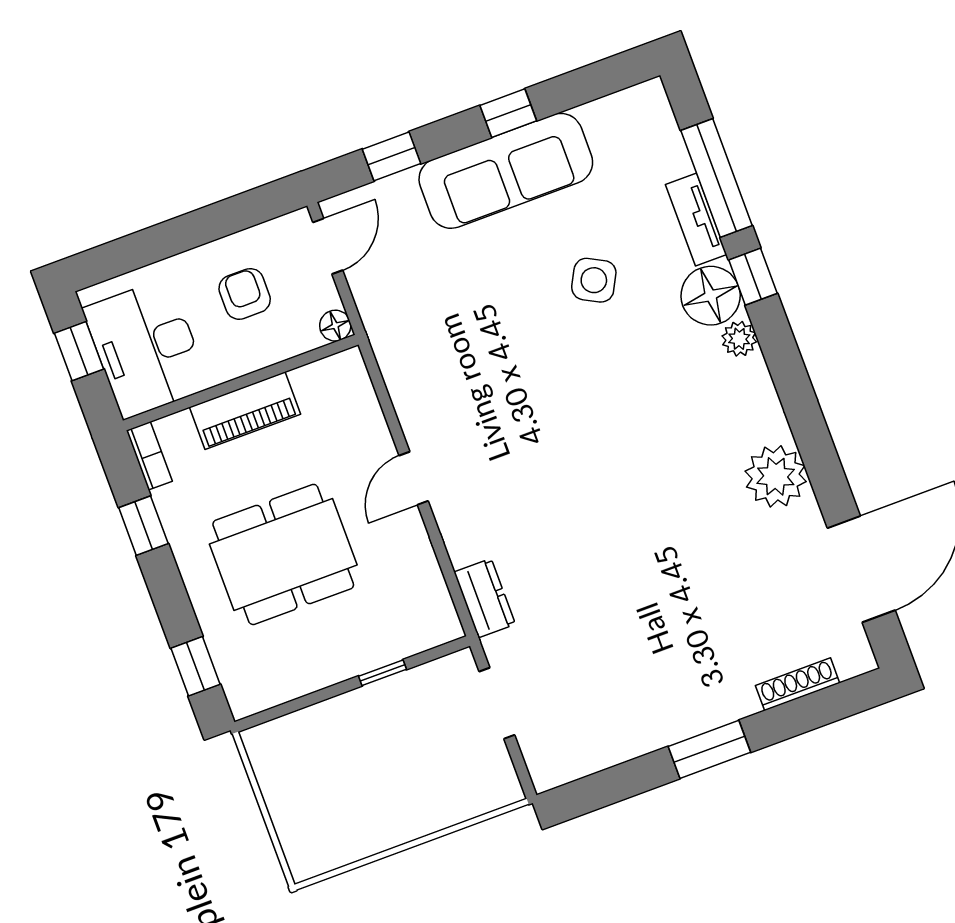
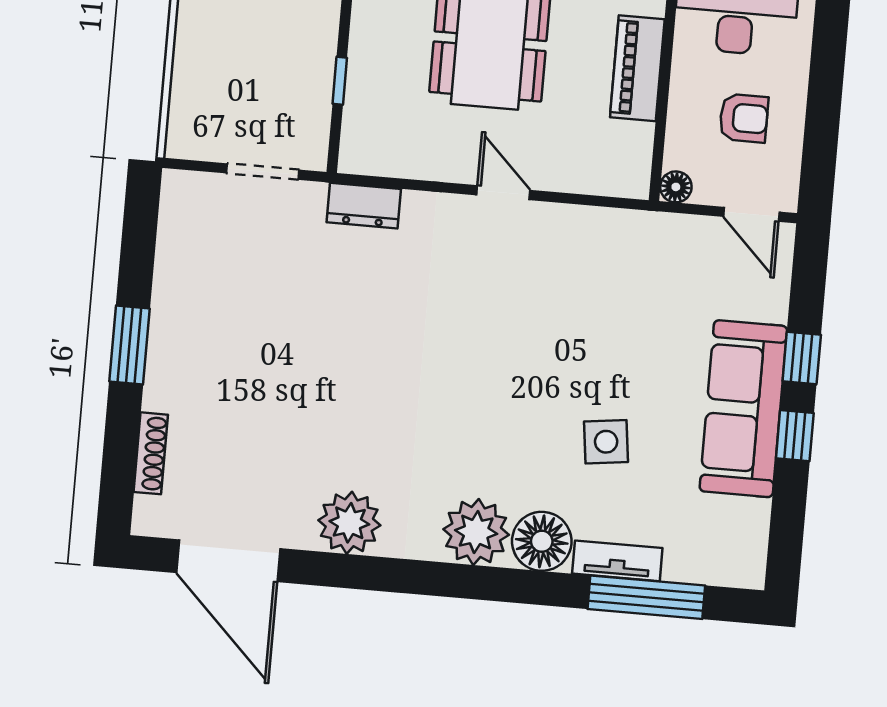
window: (391, 156) -> (802, 358), moved
window: (753, 277) -> (541, 588), removed
side table: (594, 280) -> (606, 442), turned -35
plant: (739, 339) -> (476, 532), width x1.88, depth x1.88

